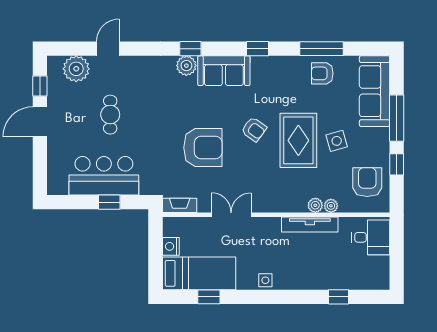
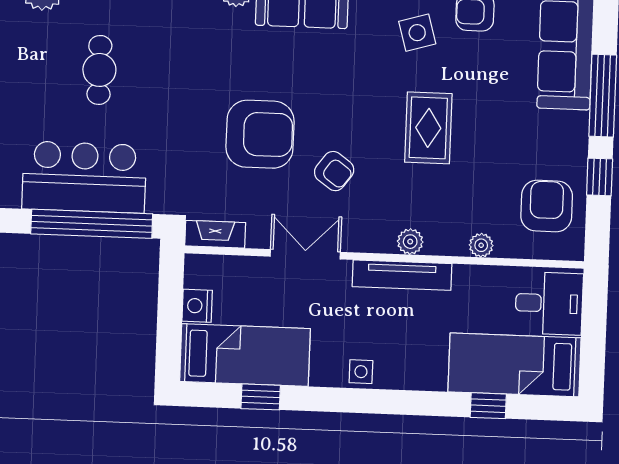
armchair: (254, 129) -> (334, 171), moved
rug: (298, 140) -> (428, 128), width x0.73, depth x0.70
side table: (337, 141) -> (417, 33), moved
window: (109, 202) -> (92, 224), width x3.17
plant: (315, 205) -> (410, 242), moved
tv unit: (310, 224) -> (402, 275), moved
bed: (352, 273) -> (515, 365), added

